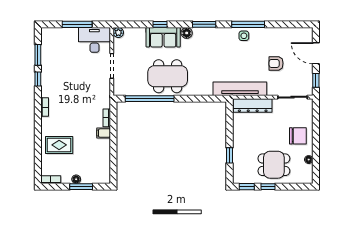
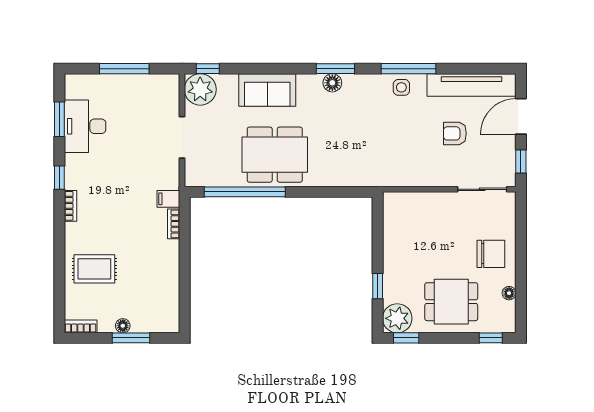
window: (160, 24) -> (208, 69), moved
plant: (118, 33) -> (200, 89), width x1.87, depth x1.87
floor lamp: (187, 33) -> (332, 83), moved
desk: (94, 40) -> (85, 126), moved, turned -90
door: (316, 53) -> (521, 116), hinge flipped
window: (38, 79) -> (59, 178), moved
tv unit: (240, 89) -> (471, 85), moved, turned 180
dresser: (253, 105) -> (416, 203), removed
filing cabinet: (104, 133) -> (168, 199), moved
plant: (241, 175) -> (397, 318), added
window: (268, 187) -> (491, 338), moved

